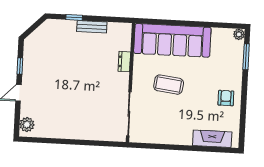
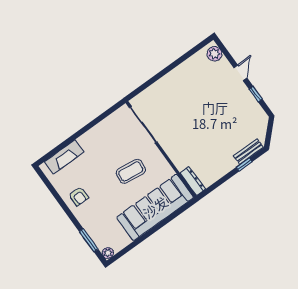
bench: (92, 27) -> (248, 152), moved
dresser: (124, 62) -> (193, 181), moved, width x1.44

